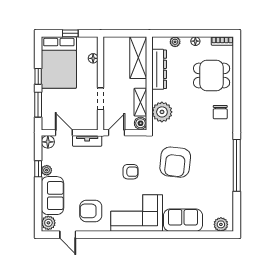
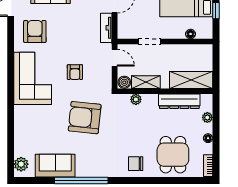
plant: (162, 112) -> (136, 99), width x0.53, depth x0.53
sofa: (183, 220) -> (55, 166), moved, turned -90

